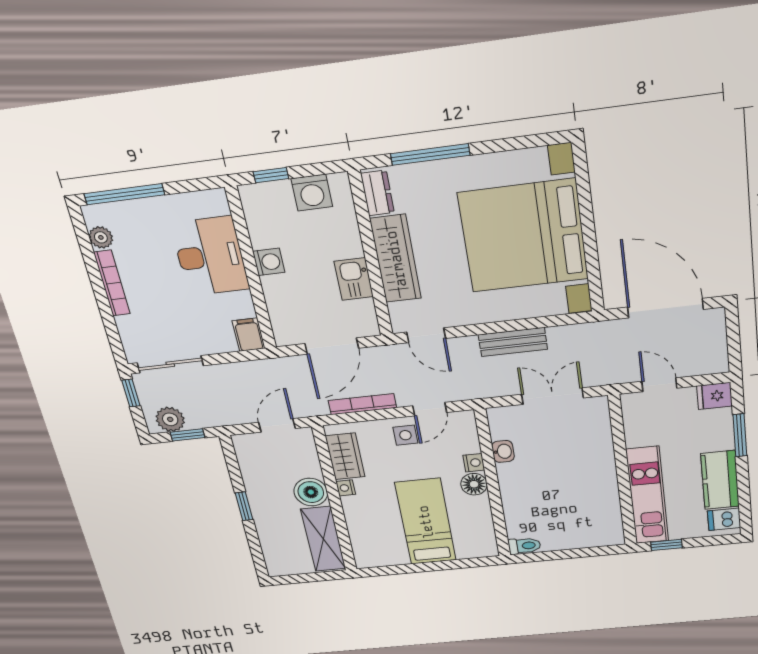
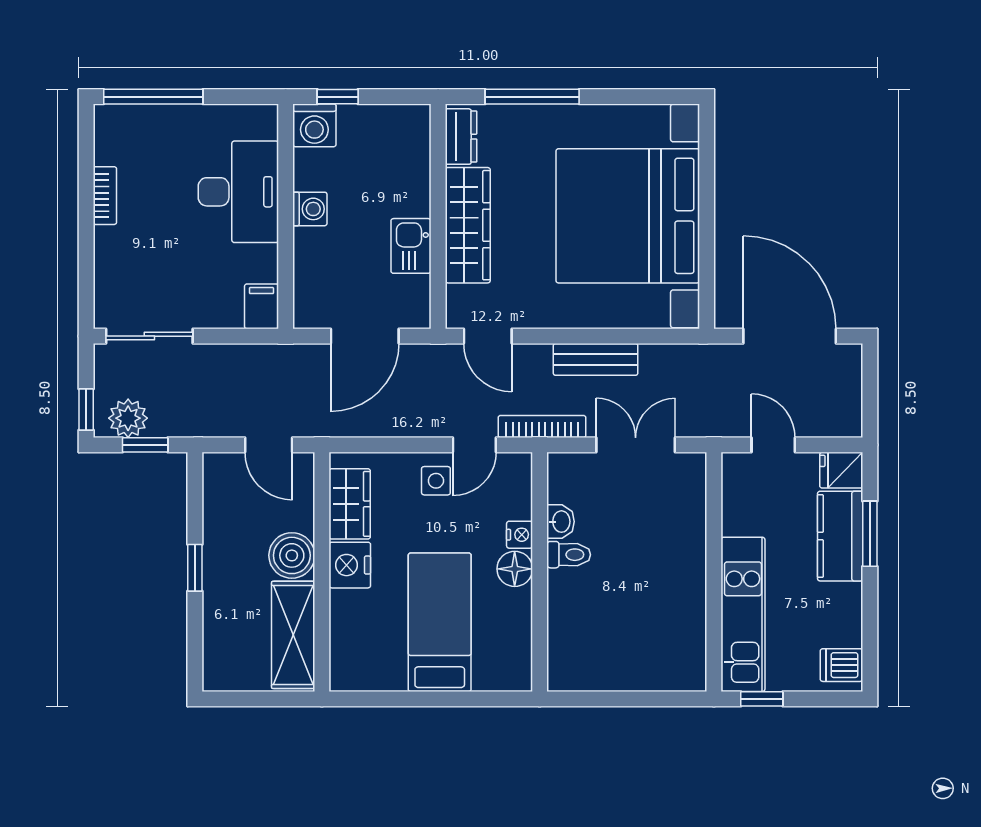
washing machine: (312, 193) -> (314, 125), moved
plant: (101, 237) -> (108, 149), removed
bookcase: (112, 283) -> (105, 196), width x0.64
window: (131, 393) -> (86, 409), moved
bookcase: (362, 404) -> (542, 426), moved
door: (277, 425) -> (269, 445), swing flipped
kitchen counter: (720, 480) -> (840, 536), moved
nightstand: (346, 488) -> (350, 565), width x1.89, depth x1.79
toilet: (524, 546) -> (569, 555), moved

